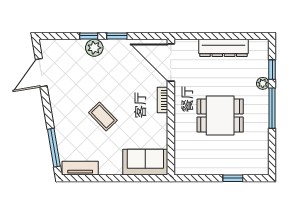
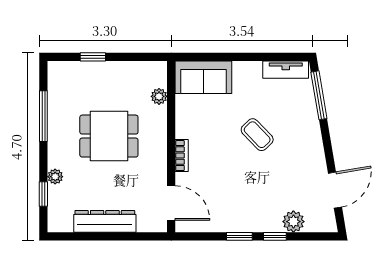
plant: (94, 48) -> (293, 222), moved
door: (171, 62) -> (171, 203), width x0.73
window: (272, 108) -> (43, 116), moved
plant: (180, 147) -> (159, 96), added

